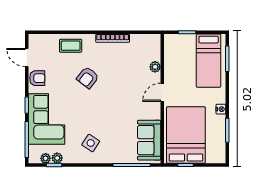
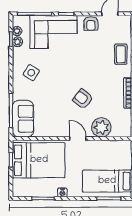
plant: (155, 67) -> (101, 127), width x1.88, depth x1.88
armchair: (88, 78) -> (83, 99), moved
sofa: (149, 140) -> (23, 119), moved, turned 90

